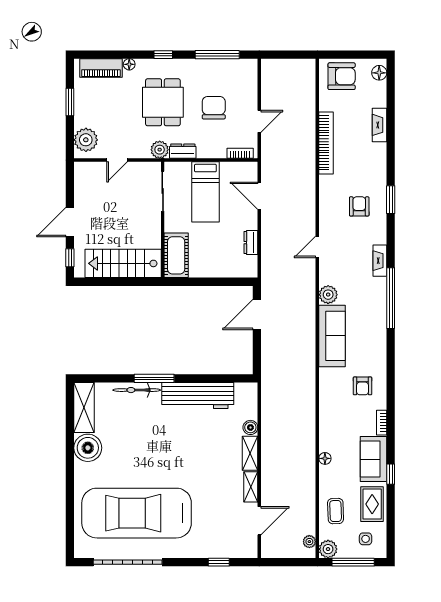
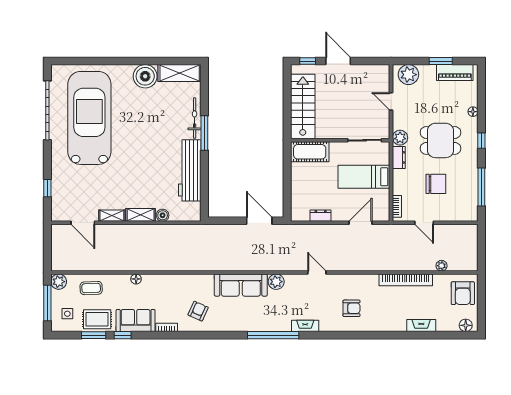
piano: (101, 68) -> (455, 73), moved, turned -90
window: (391, 200) -> (94, 335), moved
armchair: (362, 386) -> (198, 311), turned 114
plant: (309, 542) -> (442, 266), moved

